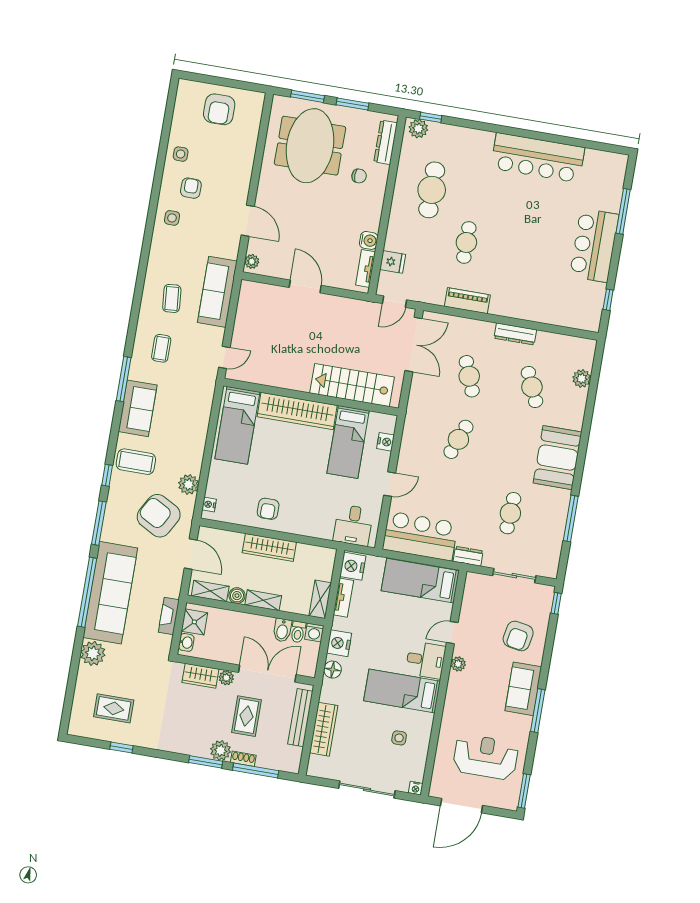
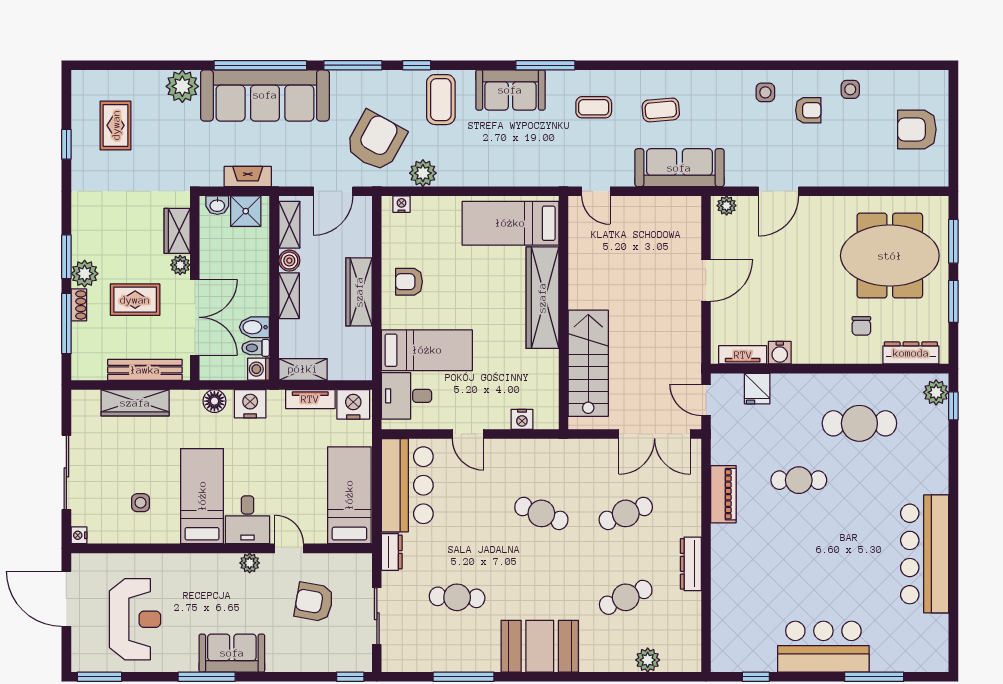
bed: (348, 442) -> (427, 350), moved, turned 180
armchair: (518, 636) -> (314, 602), moved

